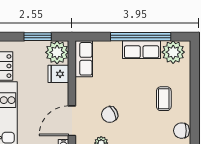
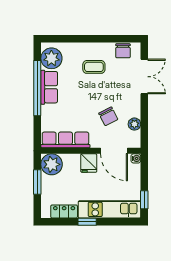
row of seats: (84, 59) -> (65, 140), width x1.48
fridge: (58, 74) -> (89, 163), moved

